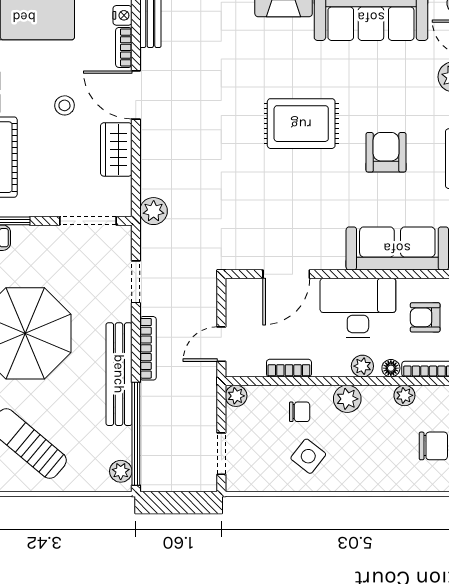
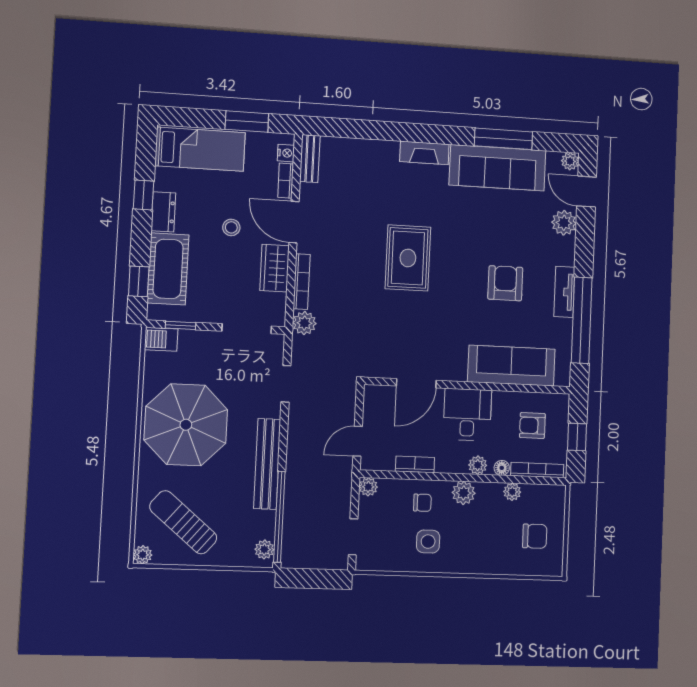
rug: (301, 124) -> (408, 258), moved, turned 90
desk: (358, 308) -> (467, 415), width x0.73
bookcase: (148, 348) -> (302, 282), moved
side table: (308, 456) -> (428, 542), turned -38

